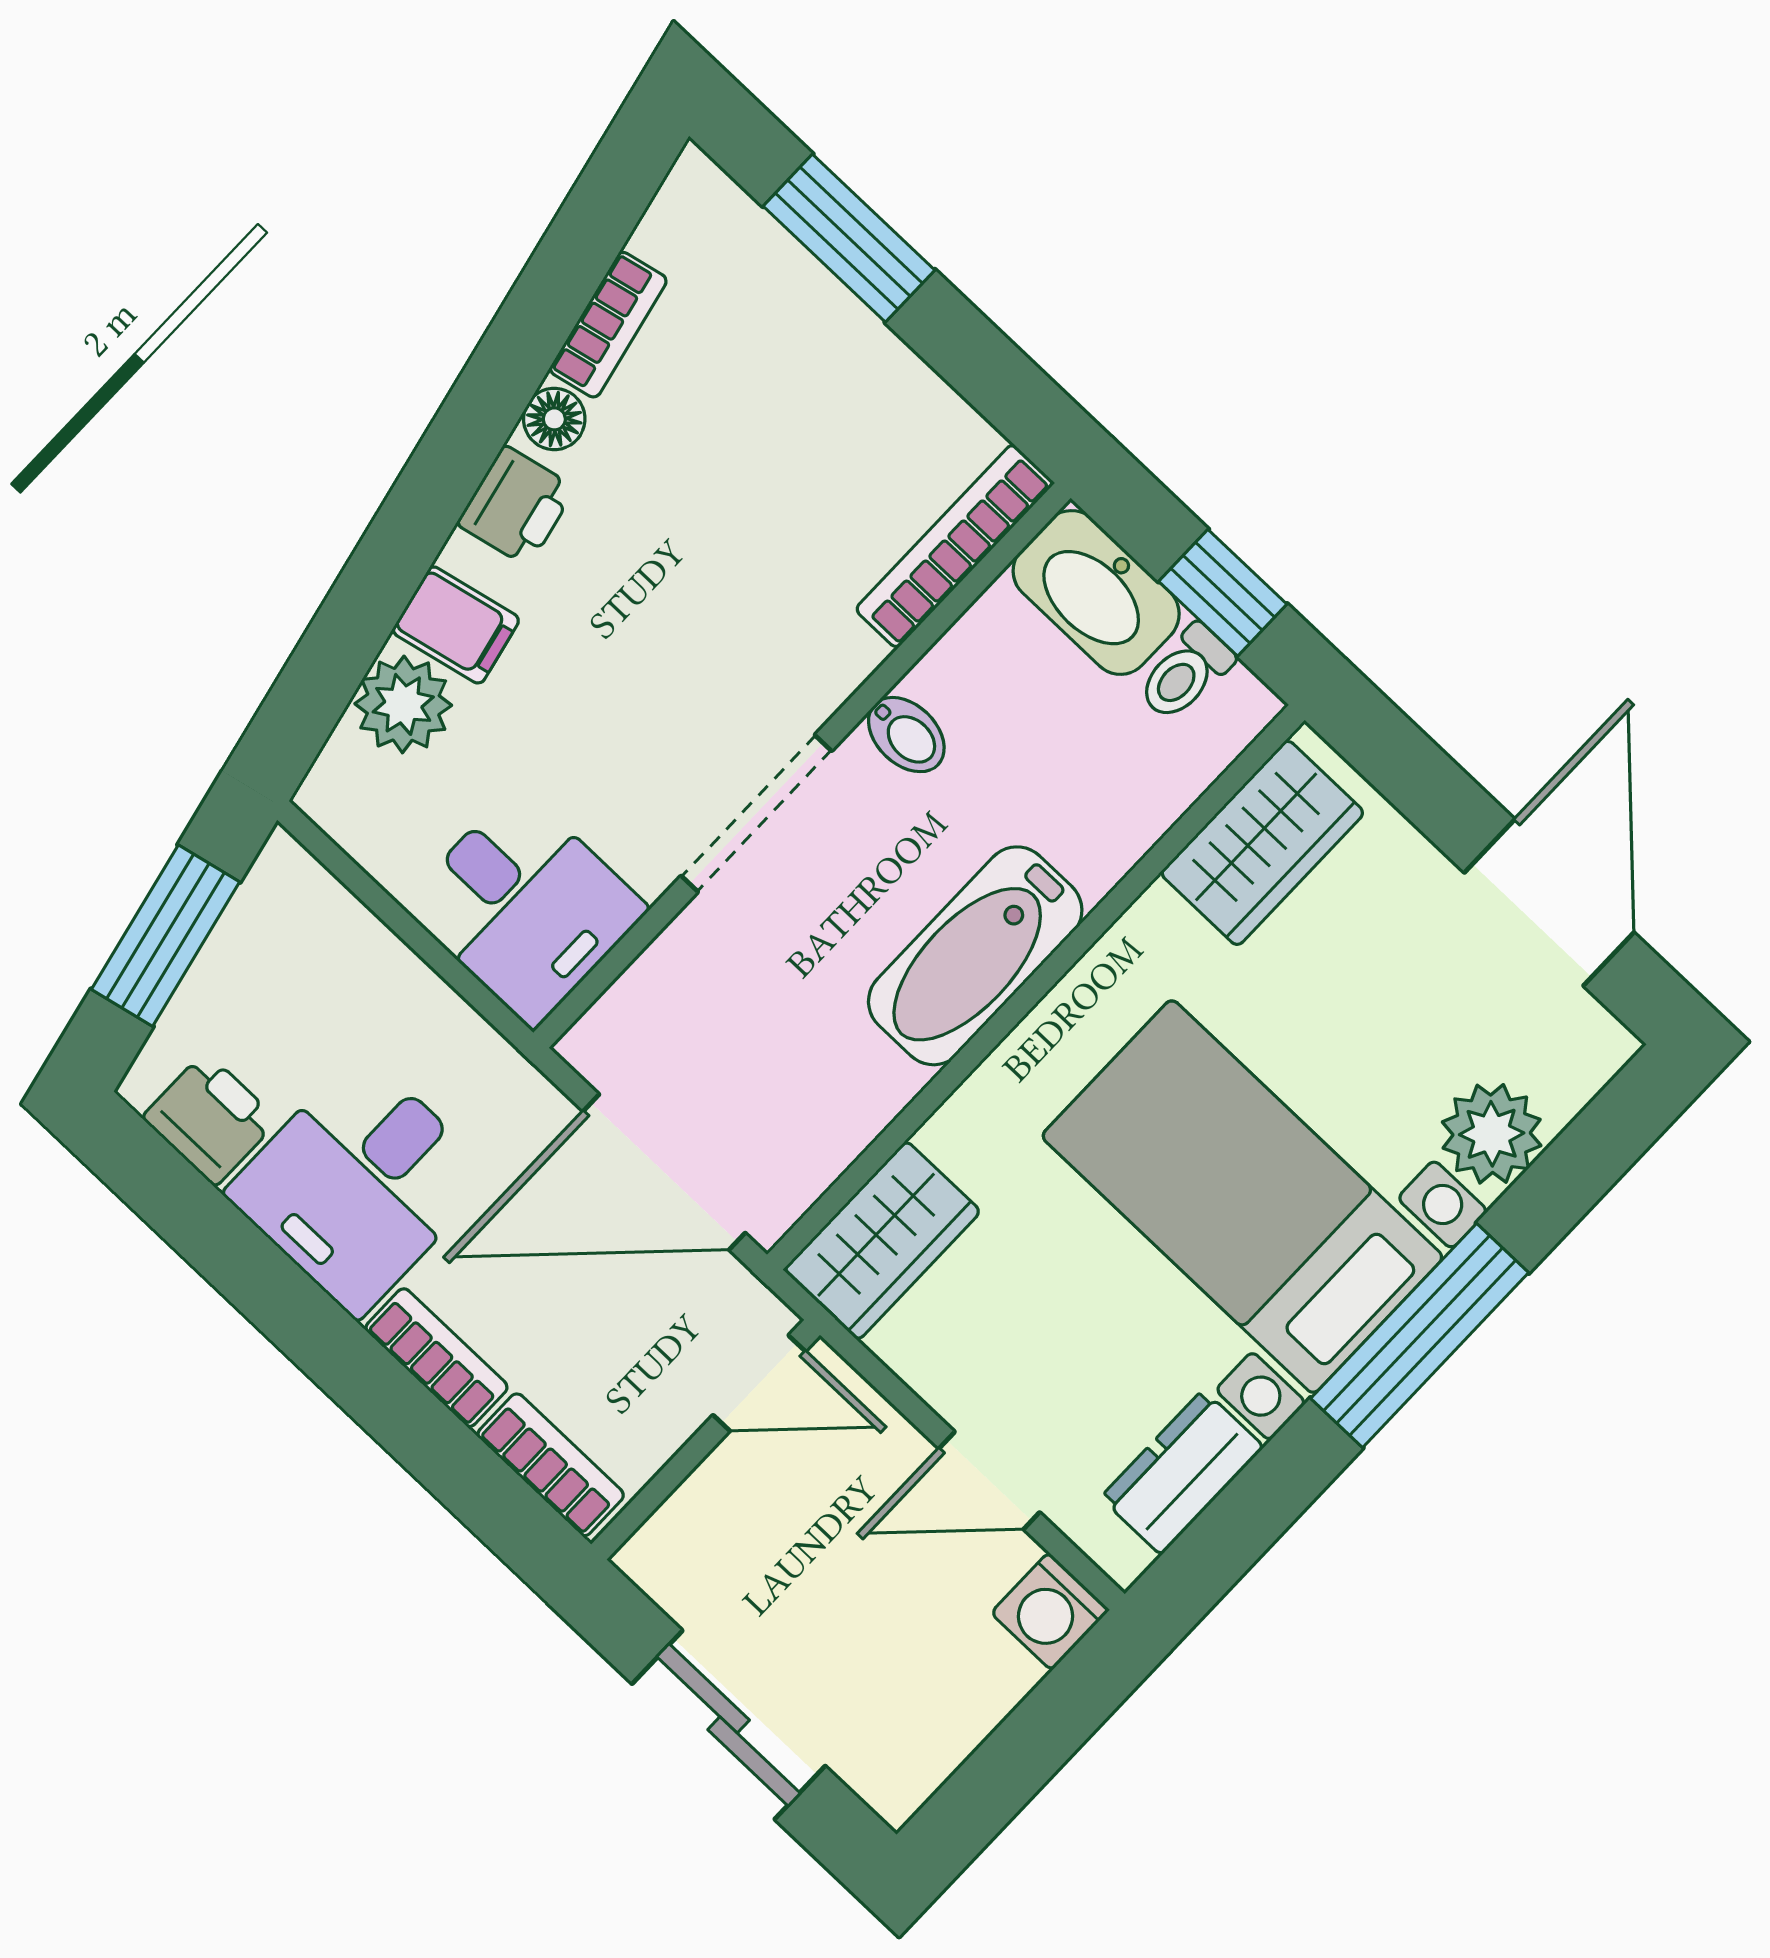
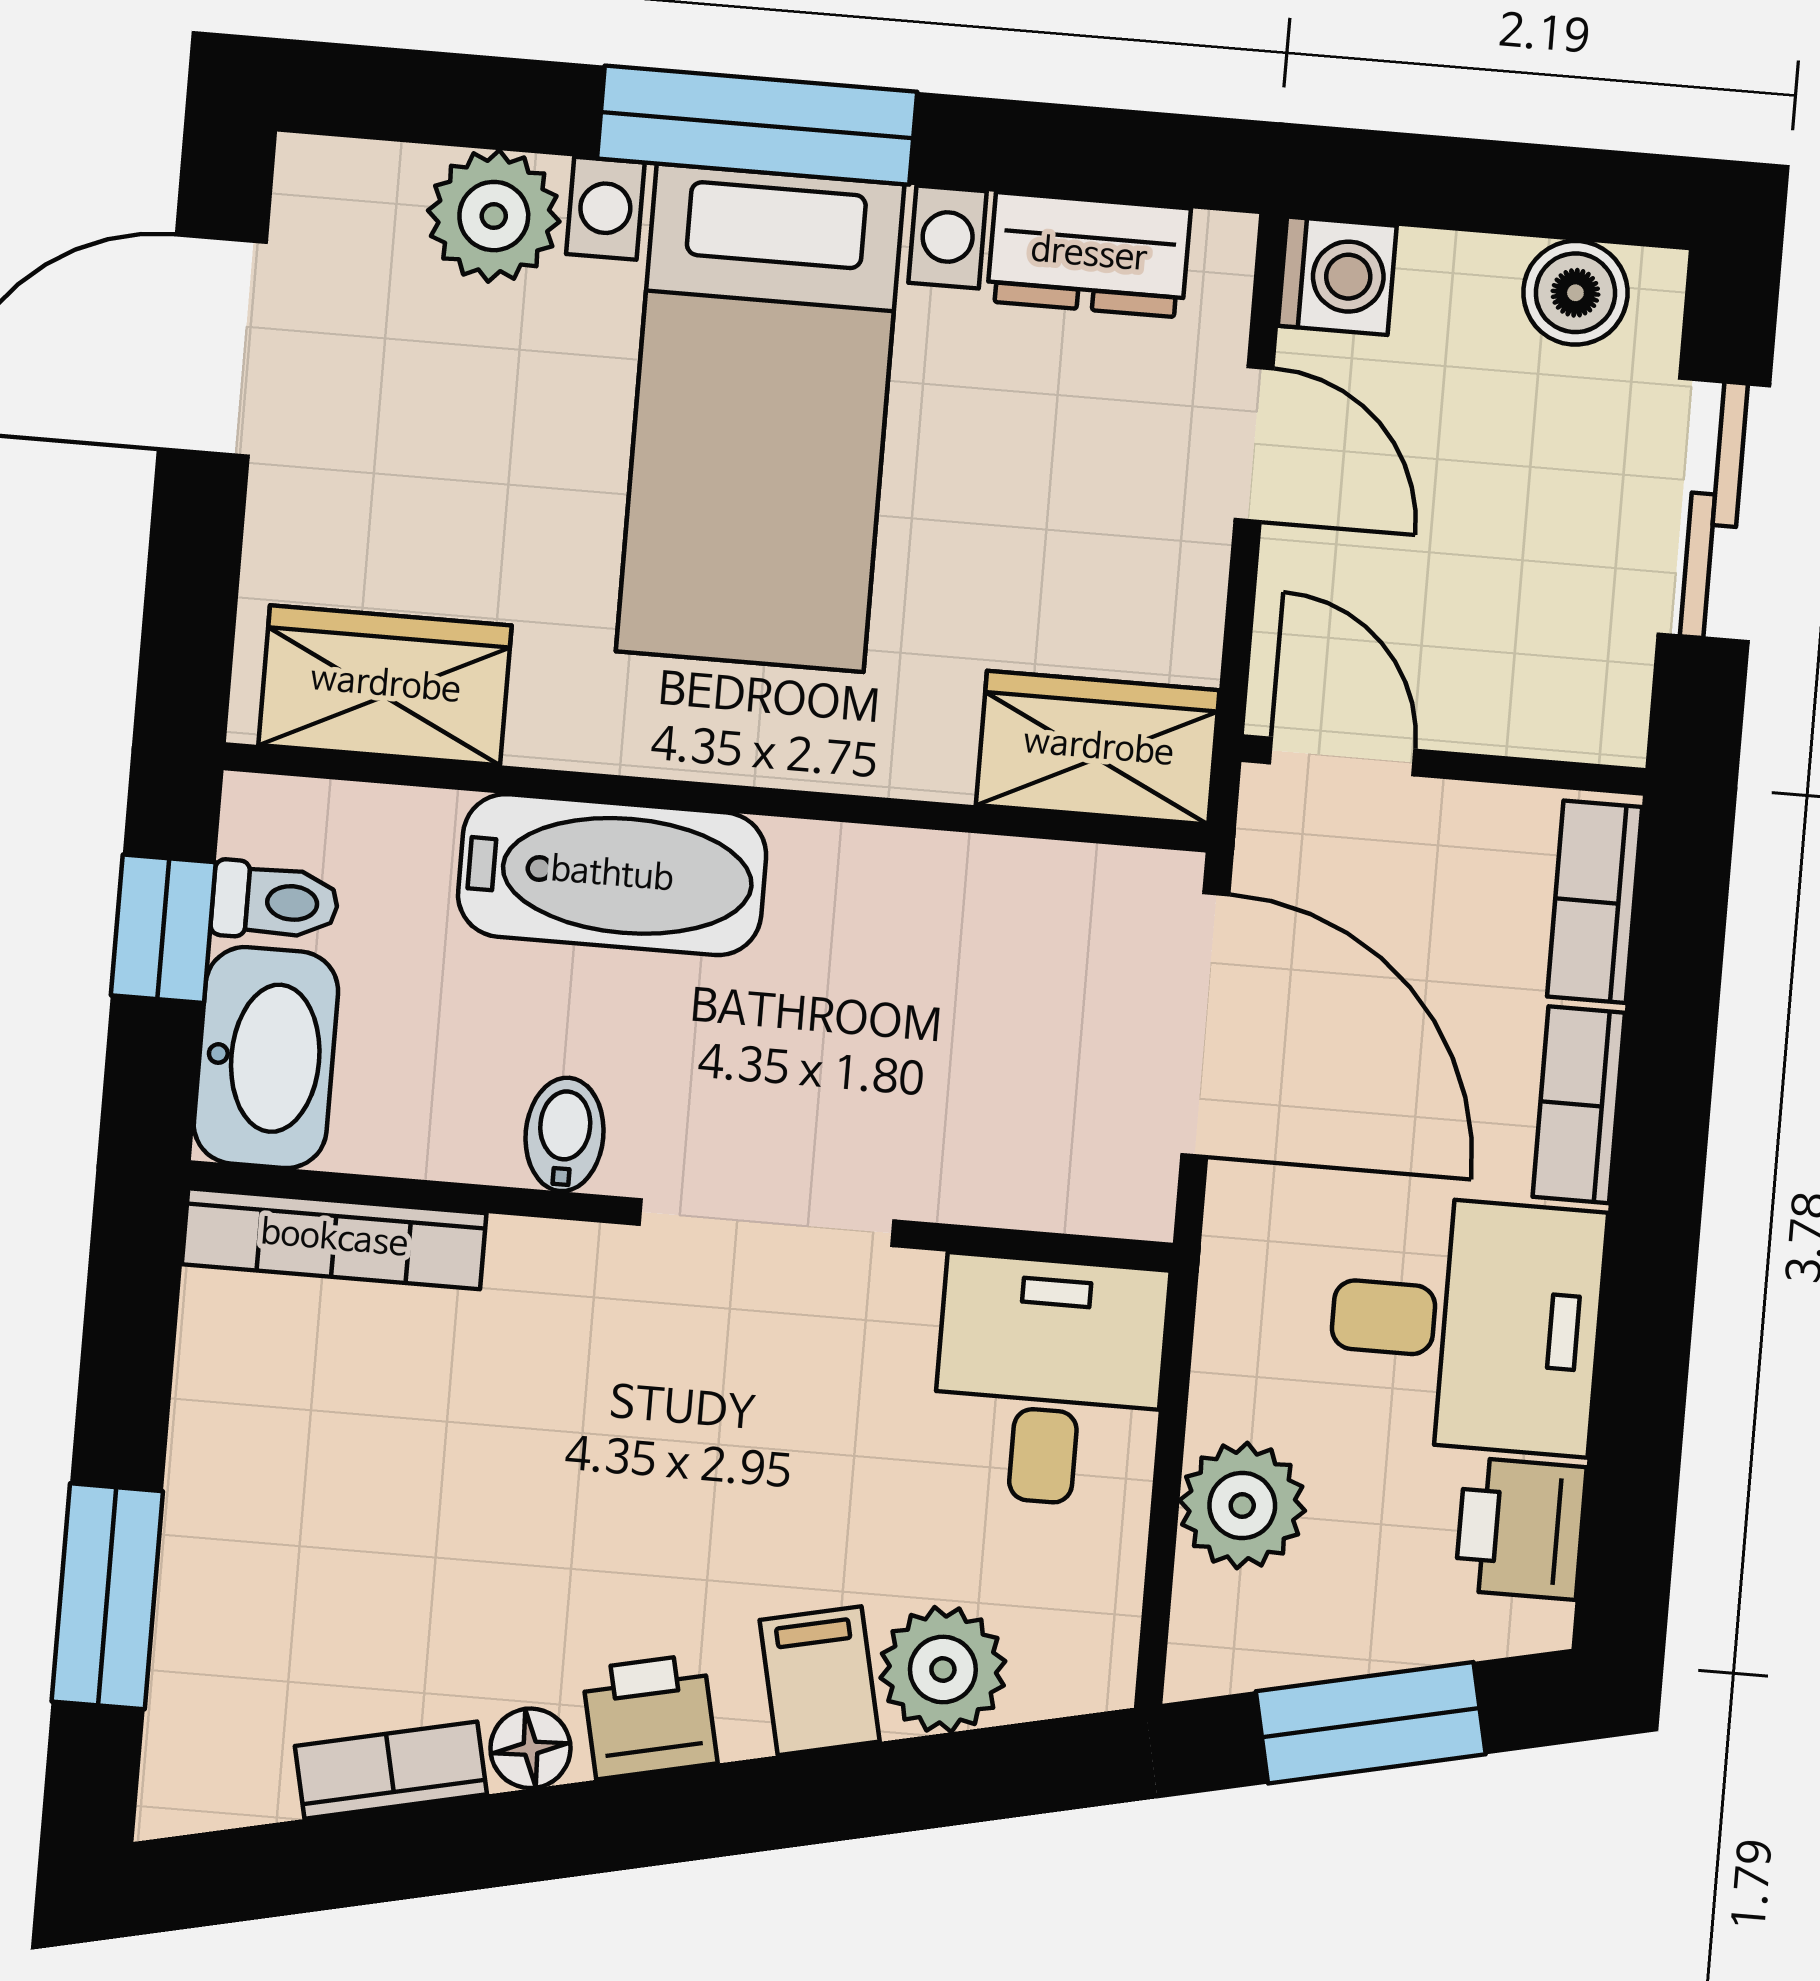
bathtub: (975, 956) -> (612, 875), moved
plant: (358, 963) -> (1242, 1506), added
boiler: (925, 1746) -> (1575, 293), added

